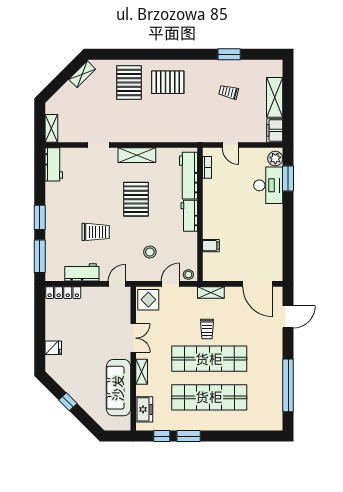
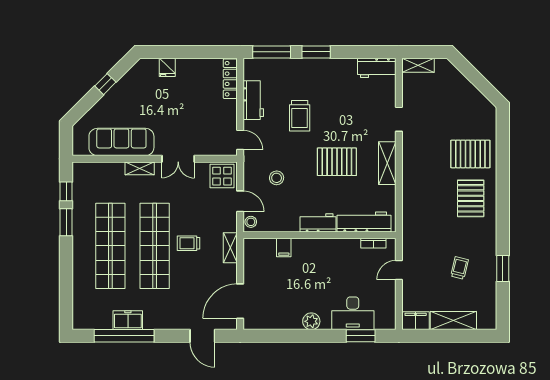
shelving: (82, 74) -> (480, 100), removed
plant: (275, 159) -> (311, 321), moved
freezer: (144, 409) -> (128, 320), moved, turned 180

